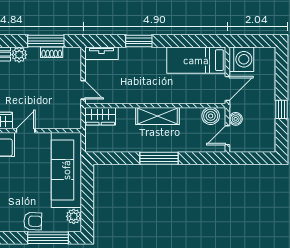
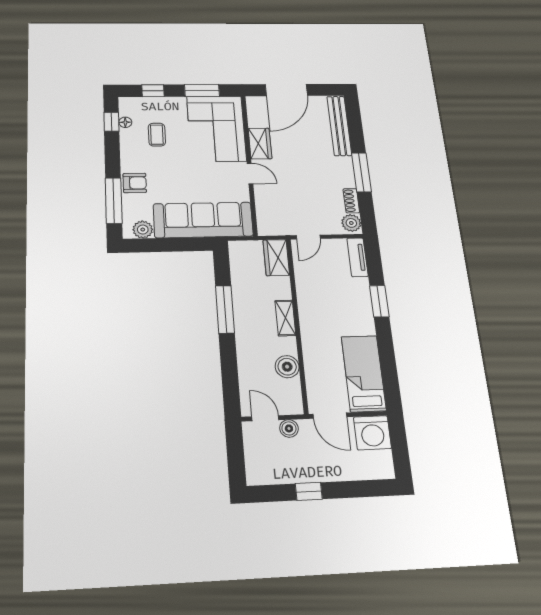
window: (46, 41) -> (361, 172), moved
plant: (19, 55) -> (351, 223), moved
shelving: (158, 116) -> (285, 318), width x0.67, depth x0.75
boiler: (211, 116) -> (287, 367), moved
window: (159, 158) -> (225, 309), moved
armchair: (33, 221) -> (135, 183), turned -92

